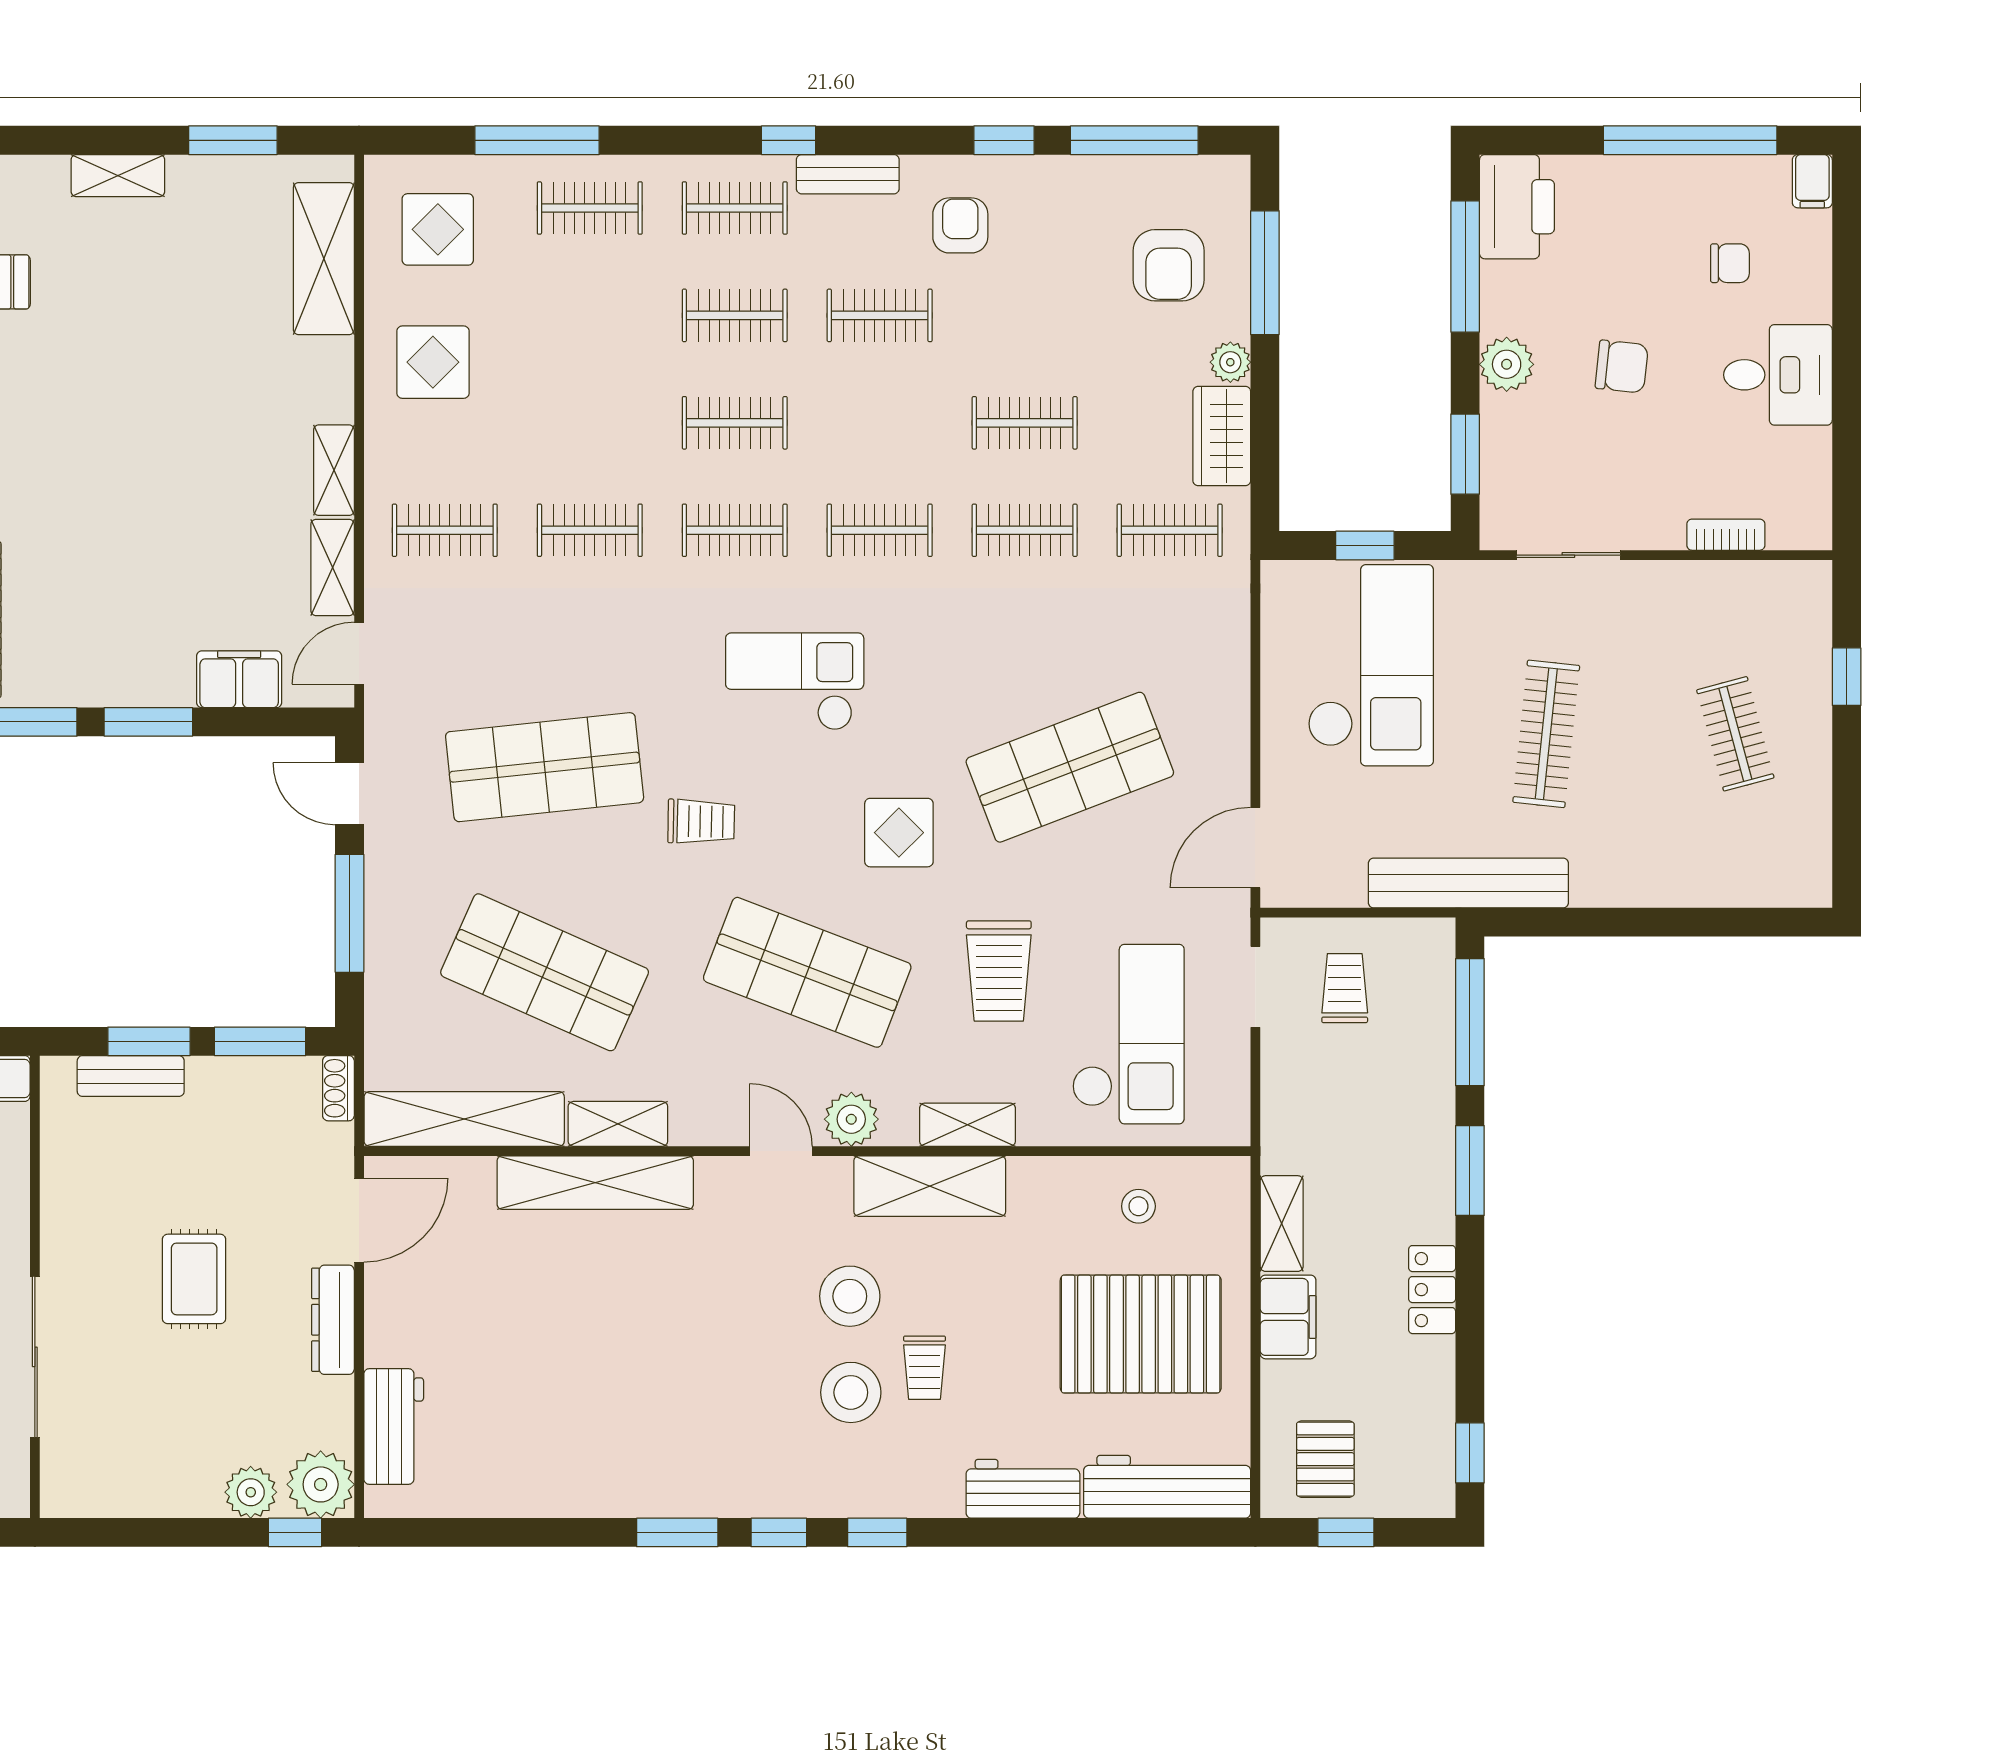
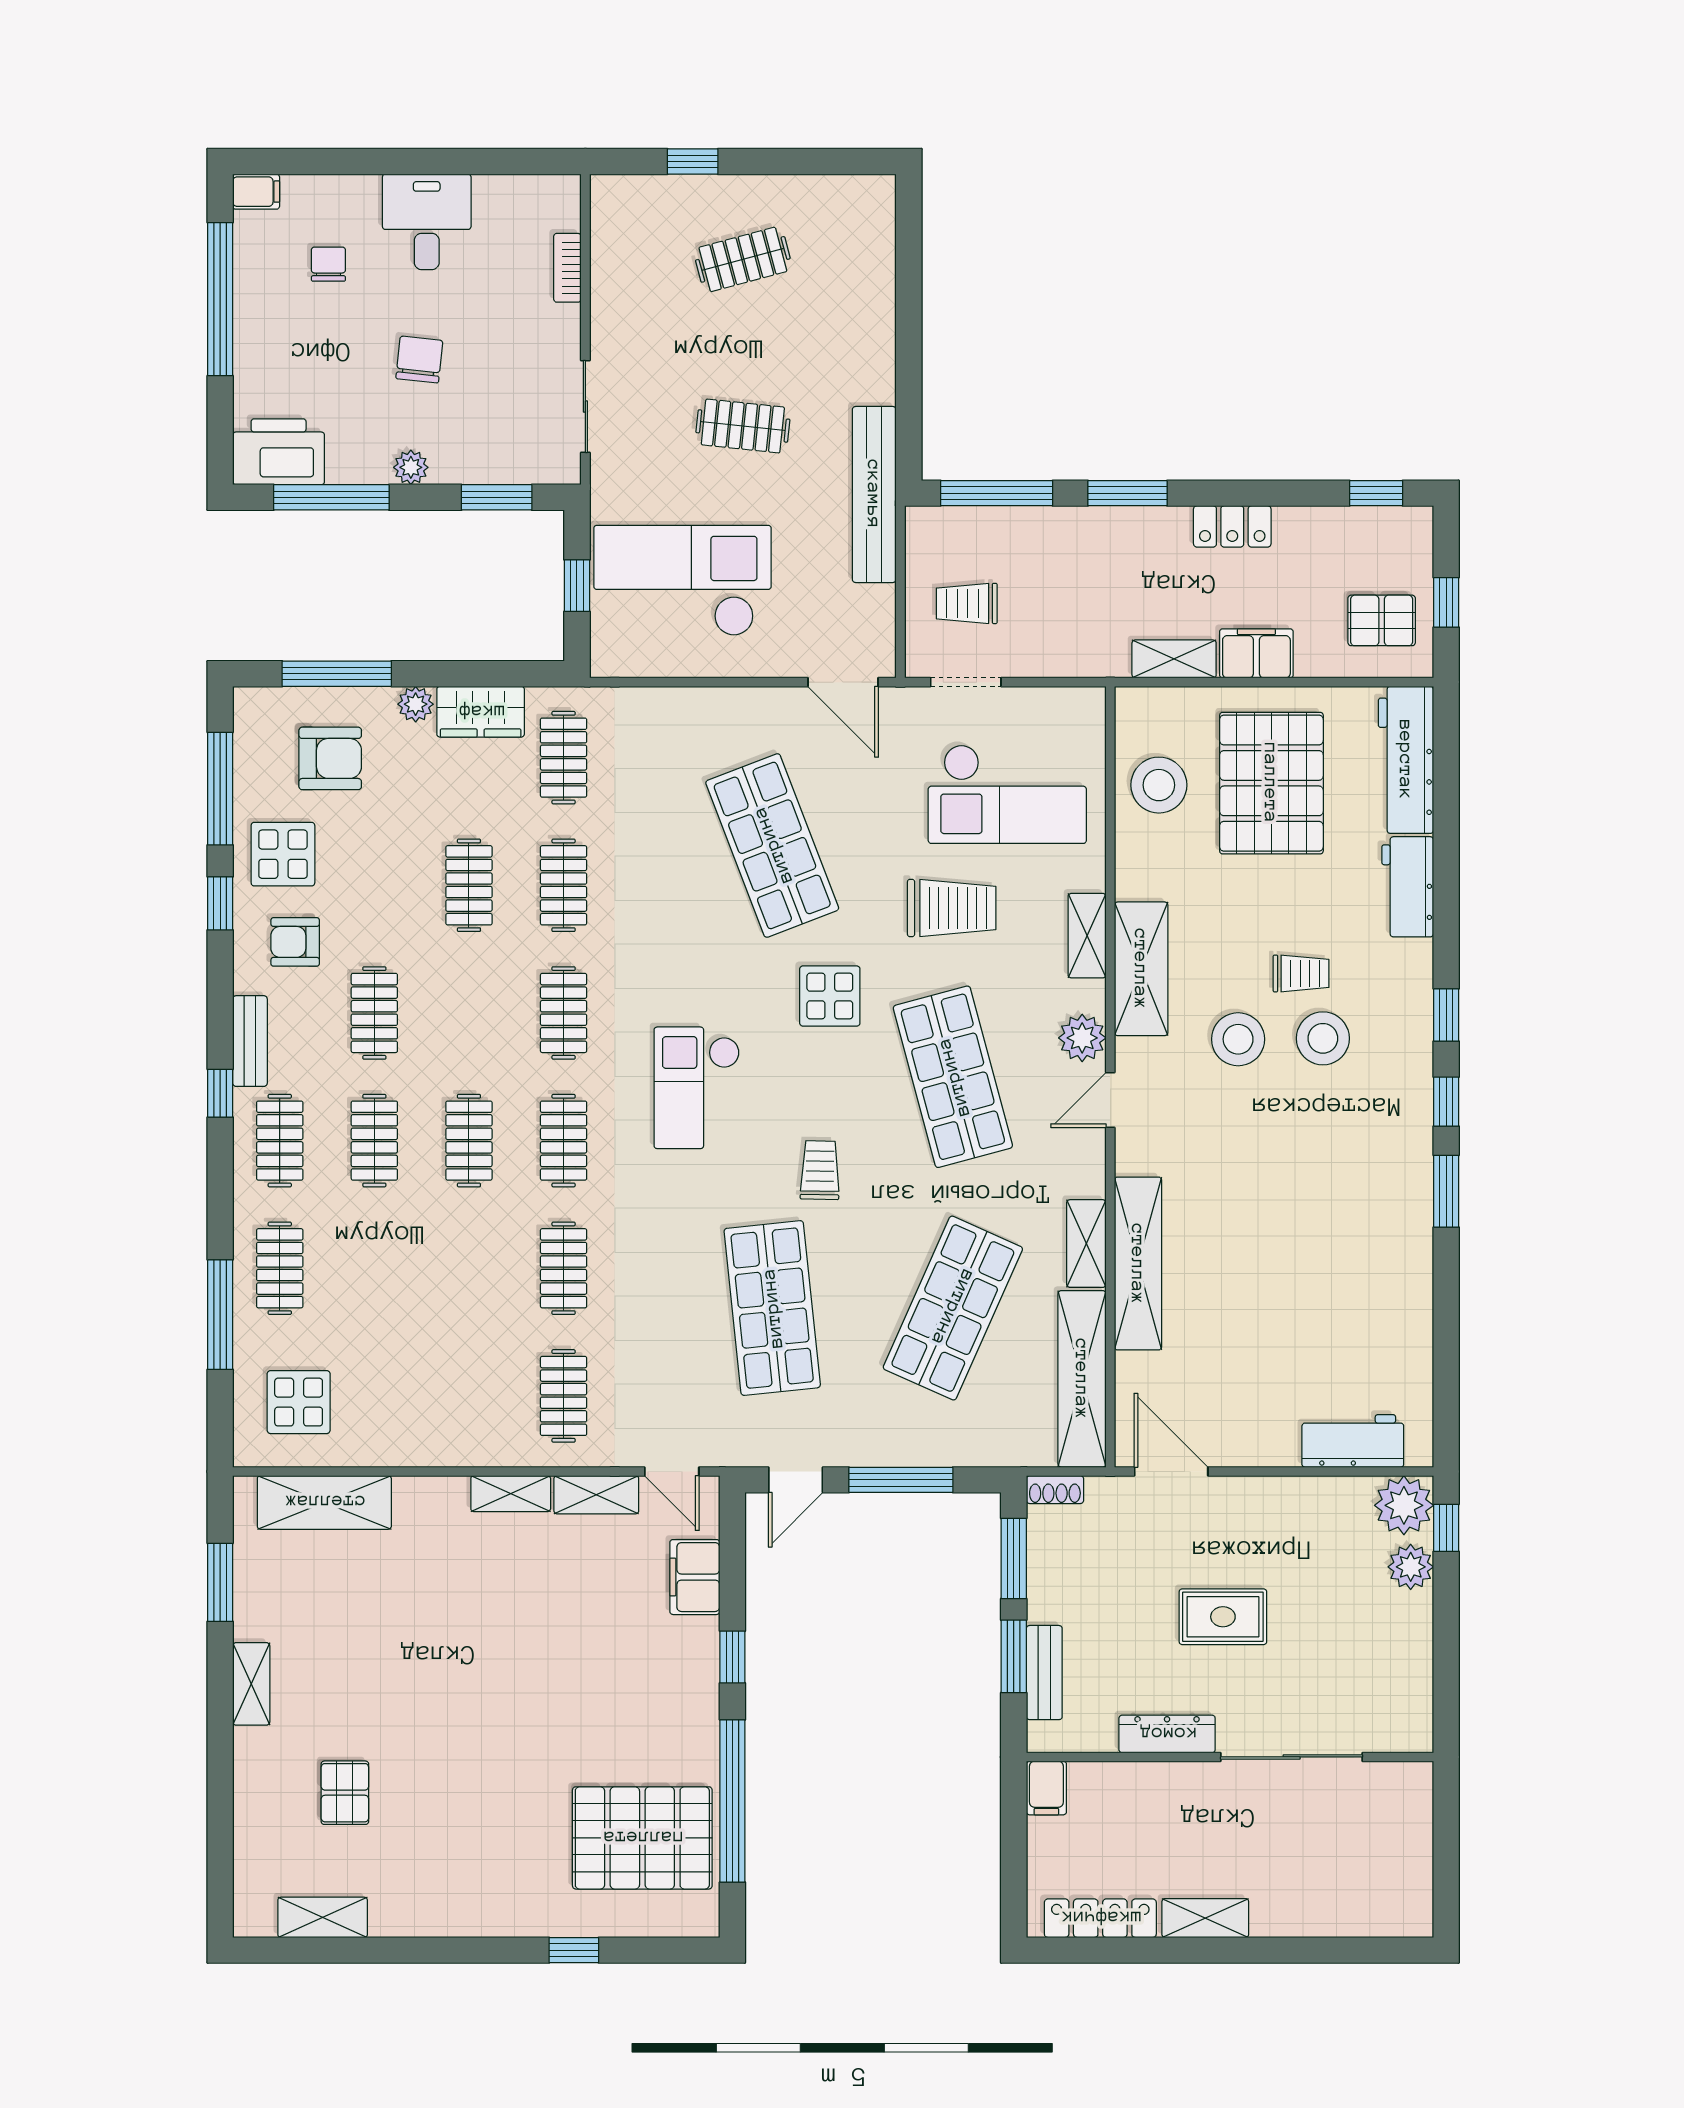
display table: (433, 362) -> (283, 854), moved
plant: (1507, 364) -> (411, 467), width x0.73, depth x0.73
window: (148, 722) -> (732, 1657), width x0.67
clothes rail: (1546, 734) -> (743, 426), width x0.73
shop shelf: (807, 972) -> (953, 1077), turned -36
checkout: (1128, 1034) -> (1007, 794), turned 180
stool: (1138, 1206) -> (1159, 785), width x1.89, depth x1.89
dresser: (333, 1320) -> (1167, 1734), moved, turned 180

